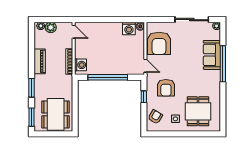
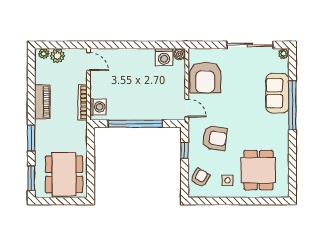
armchair: (166, 88) -> (215, 138), turned -82

